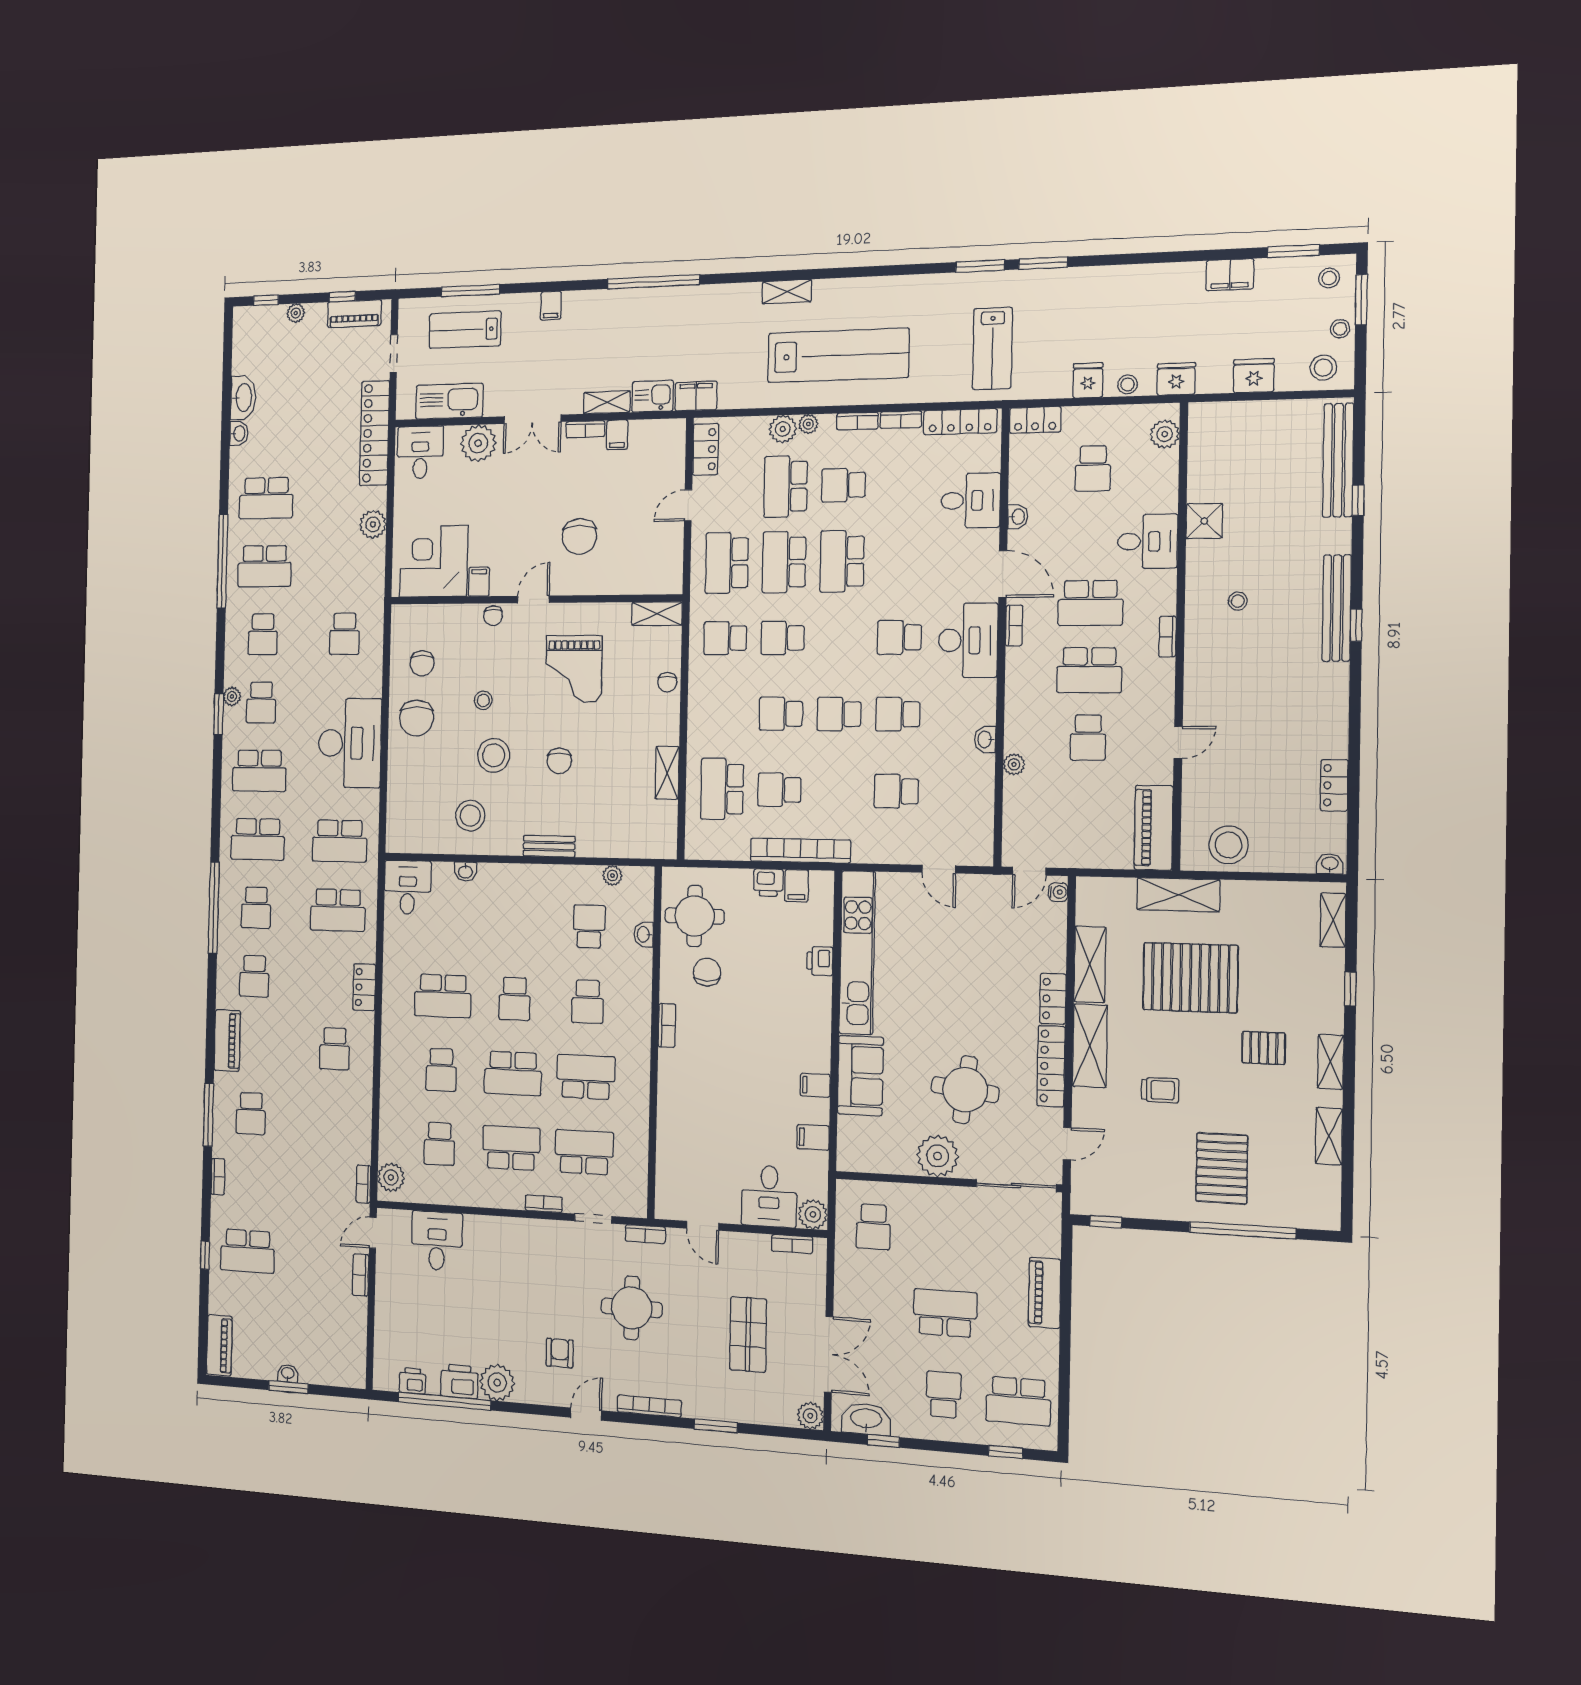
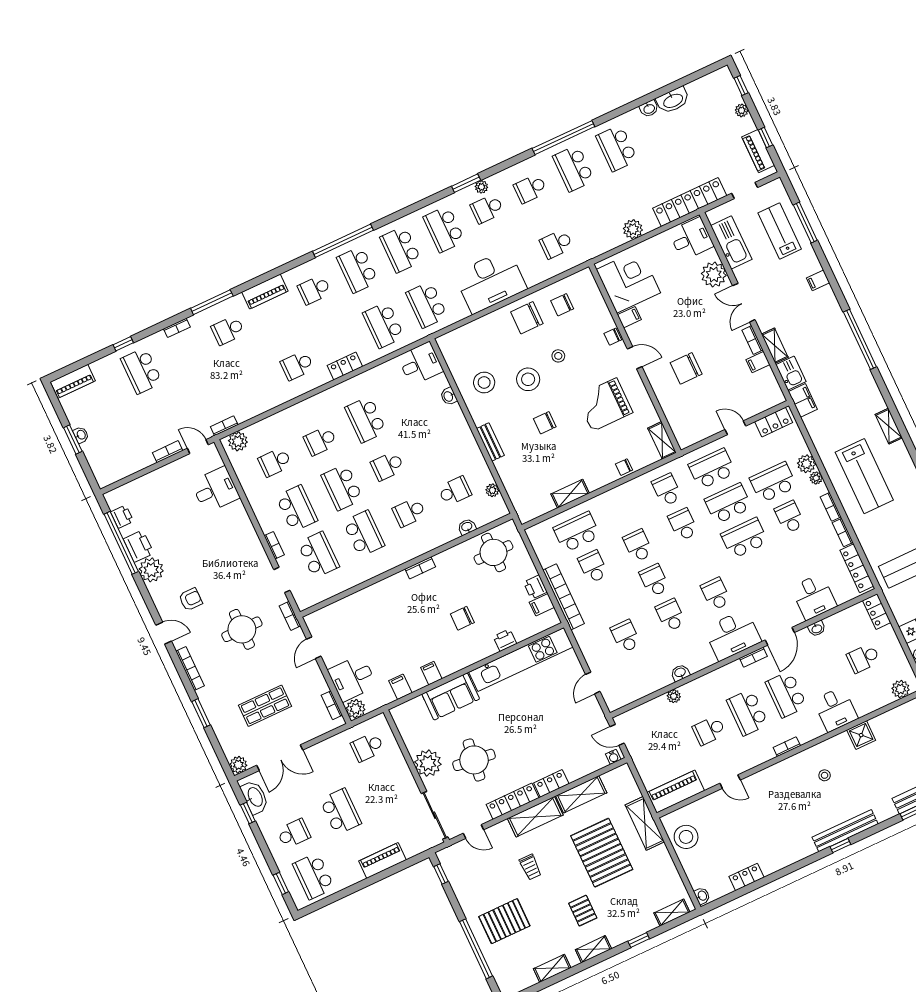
lab bench: (838, 355) -> (864, 476), width x0.73
school desk: (256, 908) -> (358, 270), width x1.85
chair: (707, 972) -> (462, 618), moved, turned 180

